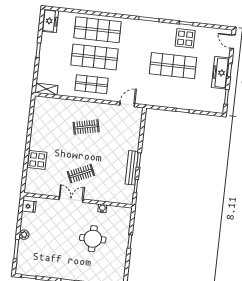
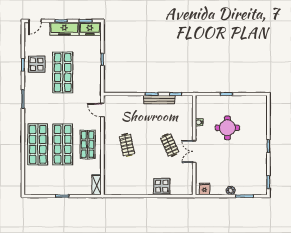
freezer: (50, 21) -> (90, 29), moved, turned 180

